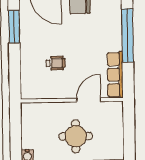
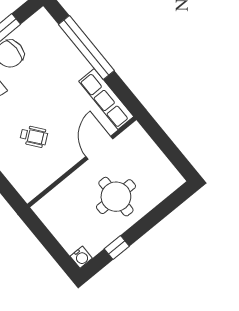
wheelchair: (56, 63) -> (34, 136), turned 52

